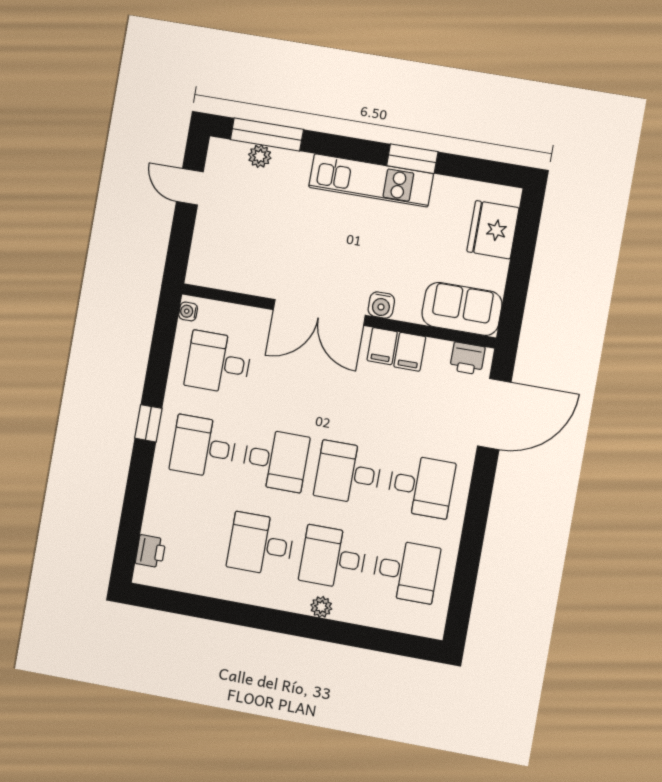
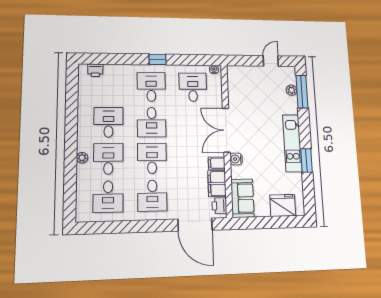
filing cabinet: (410, 352) -> (217, 184), width x2.00

